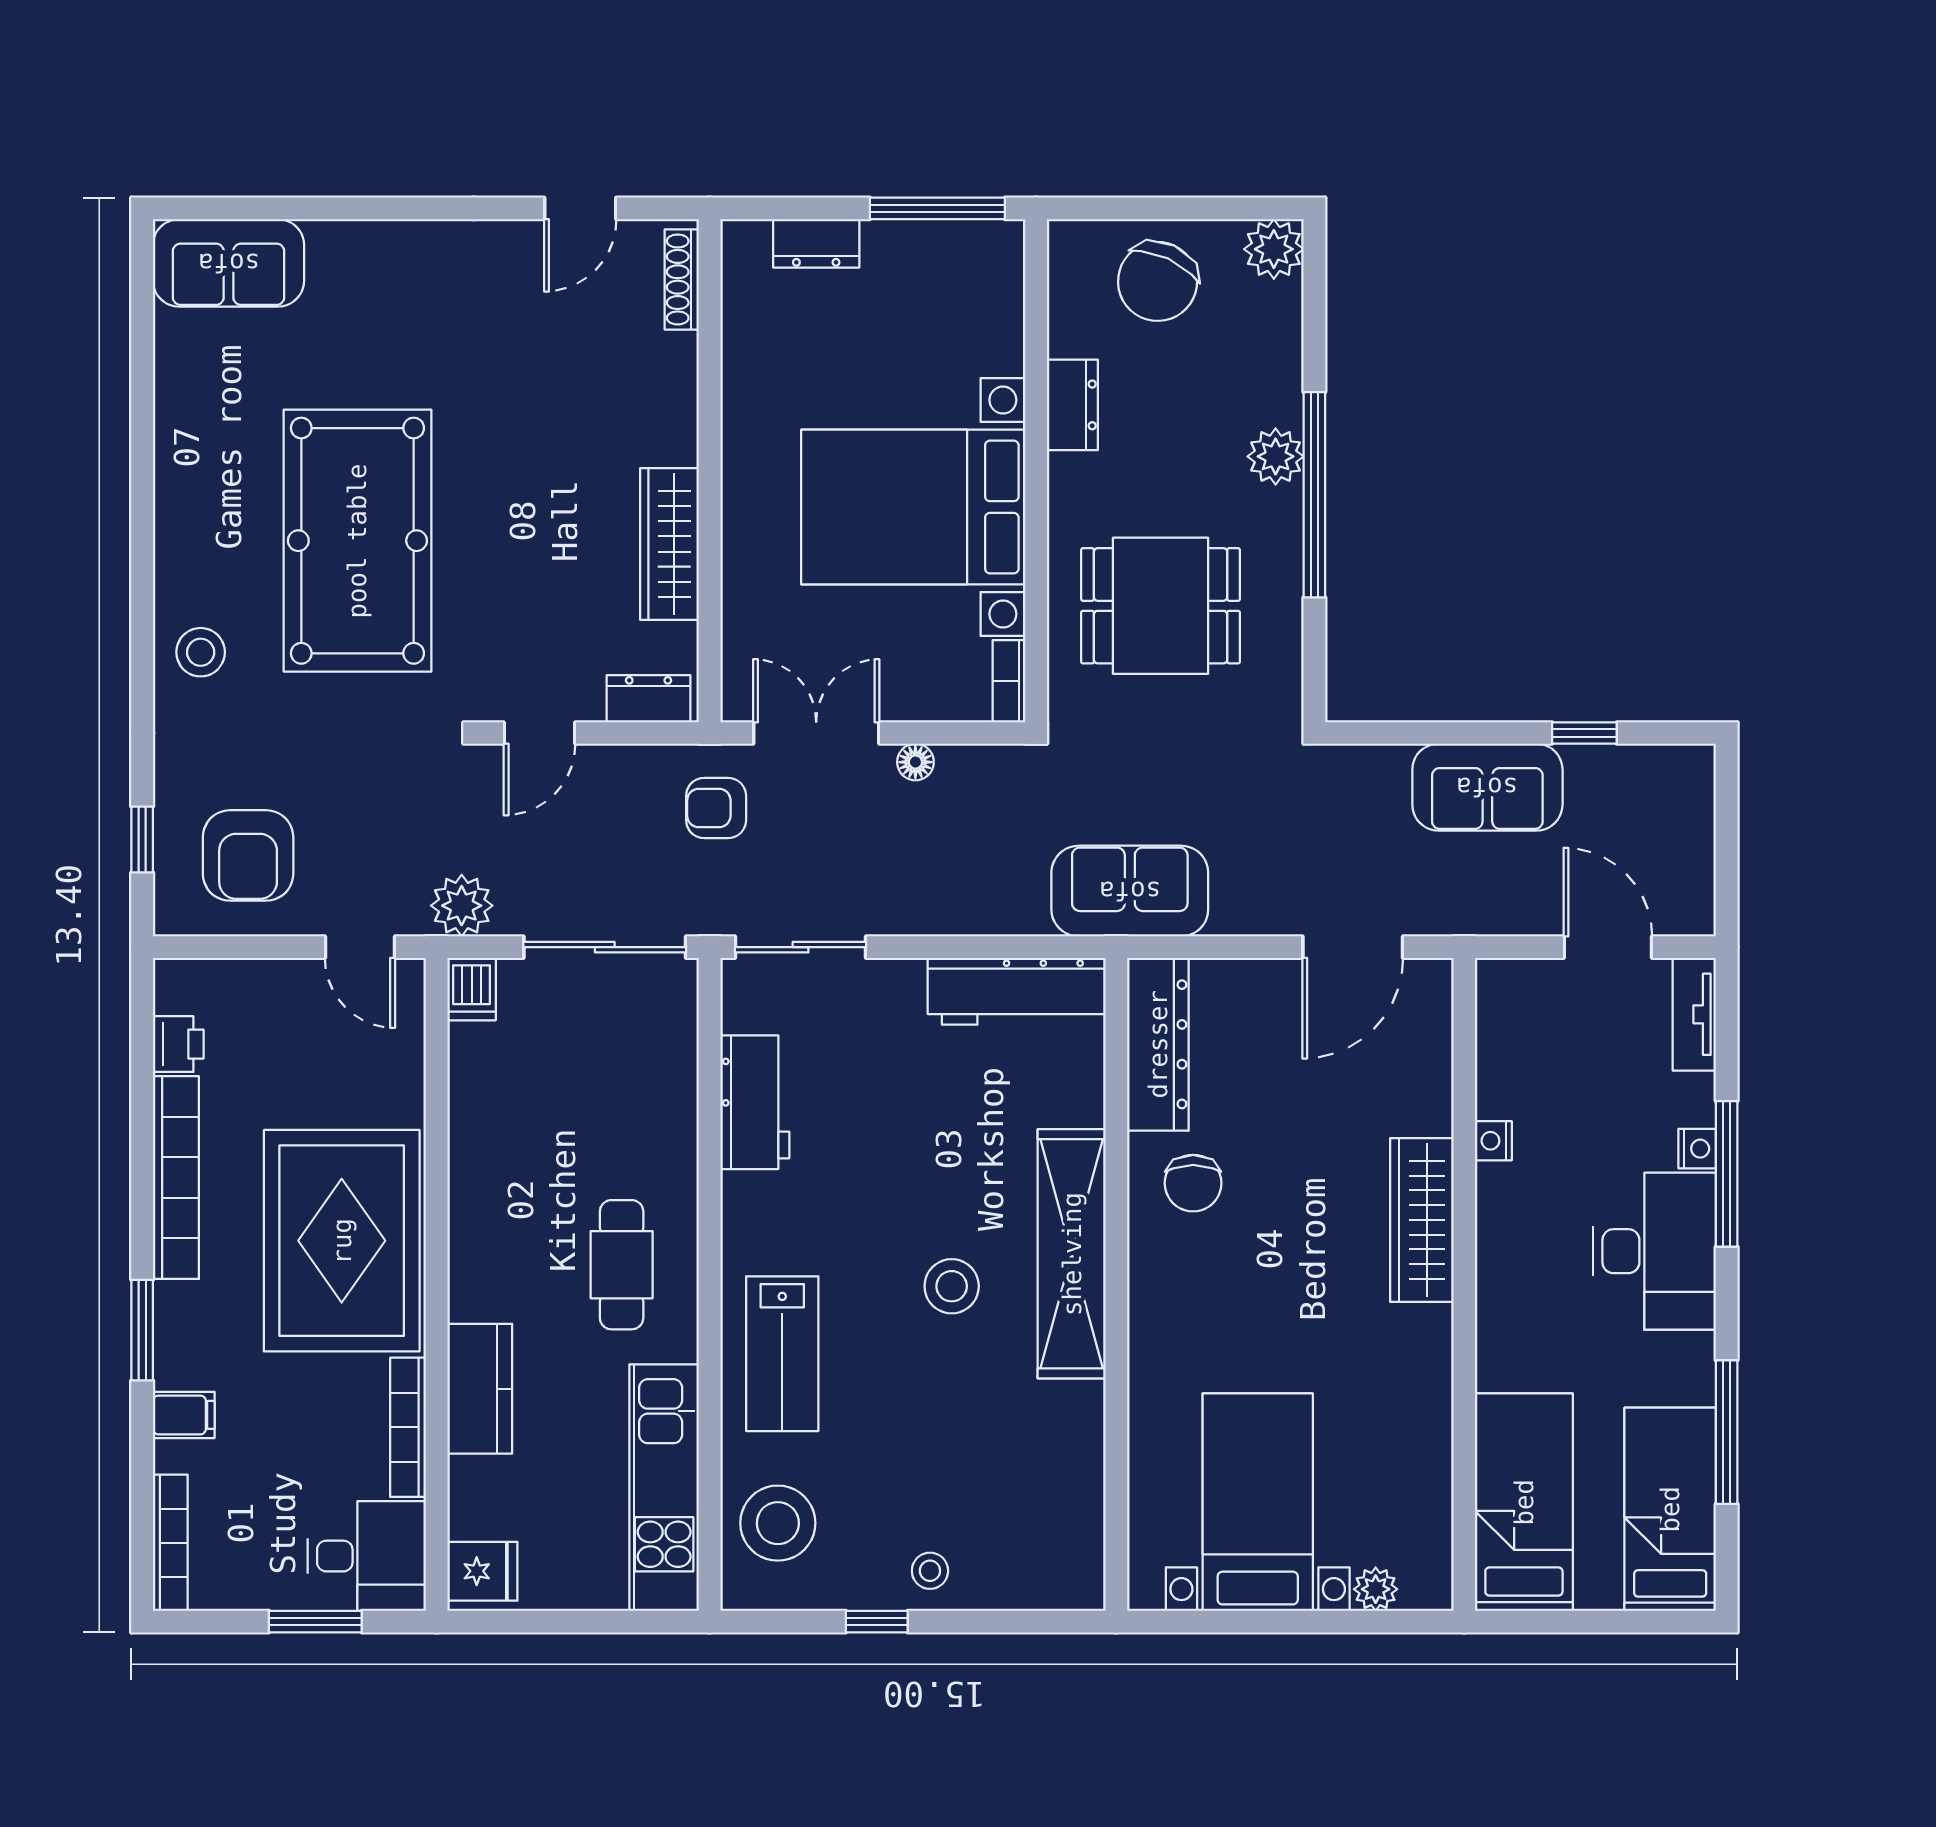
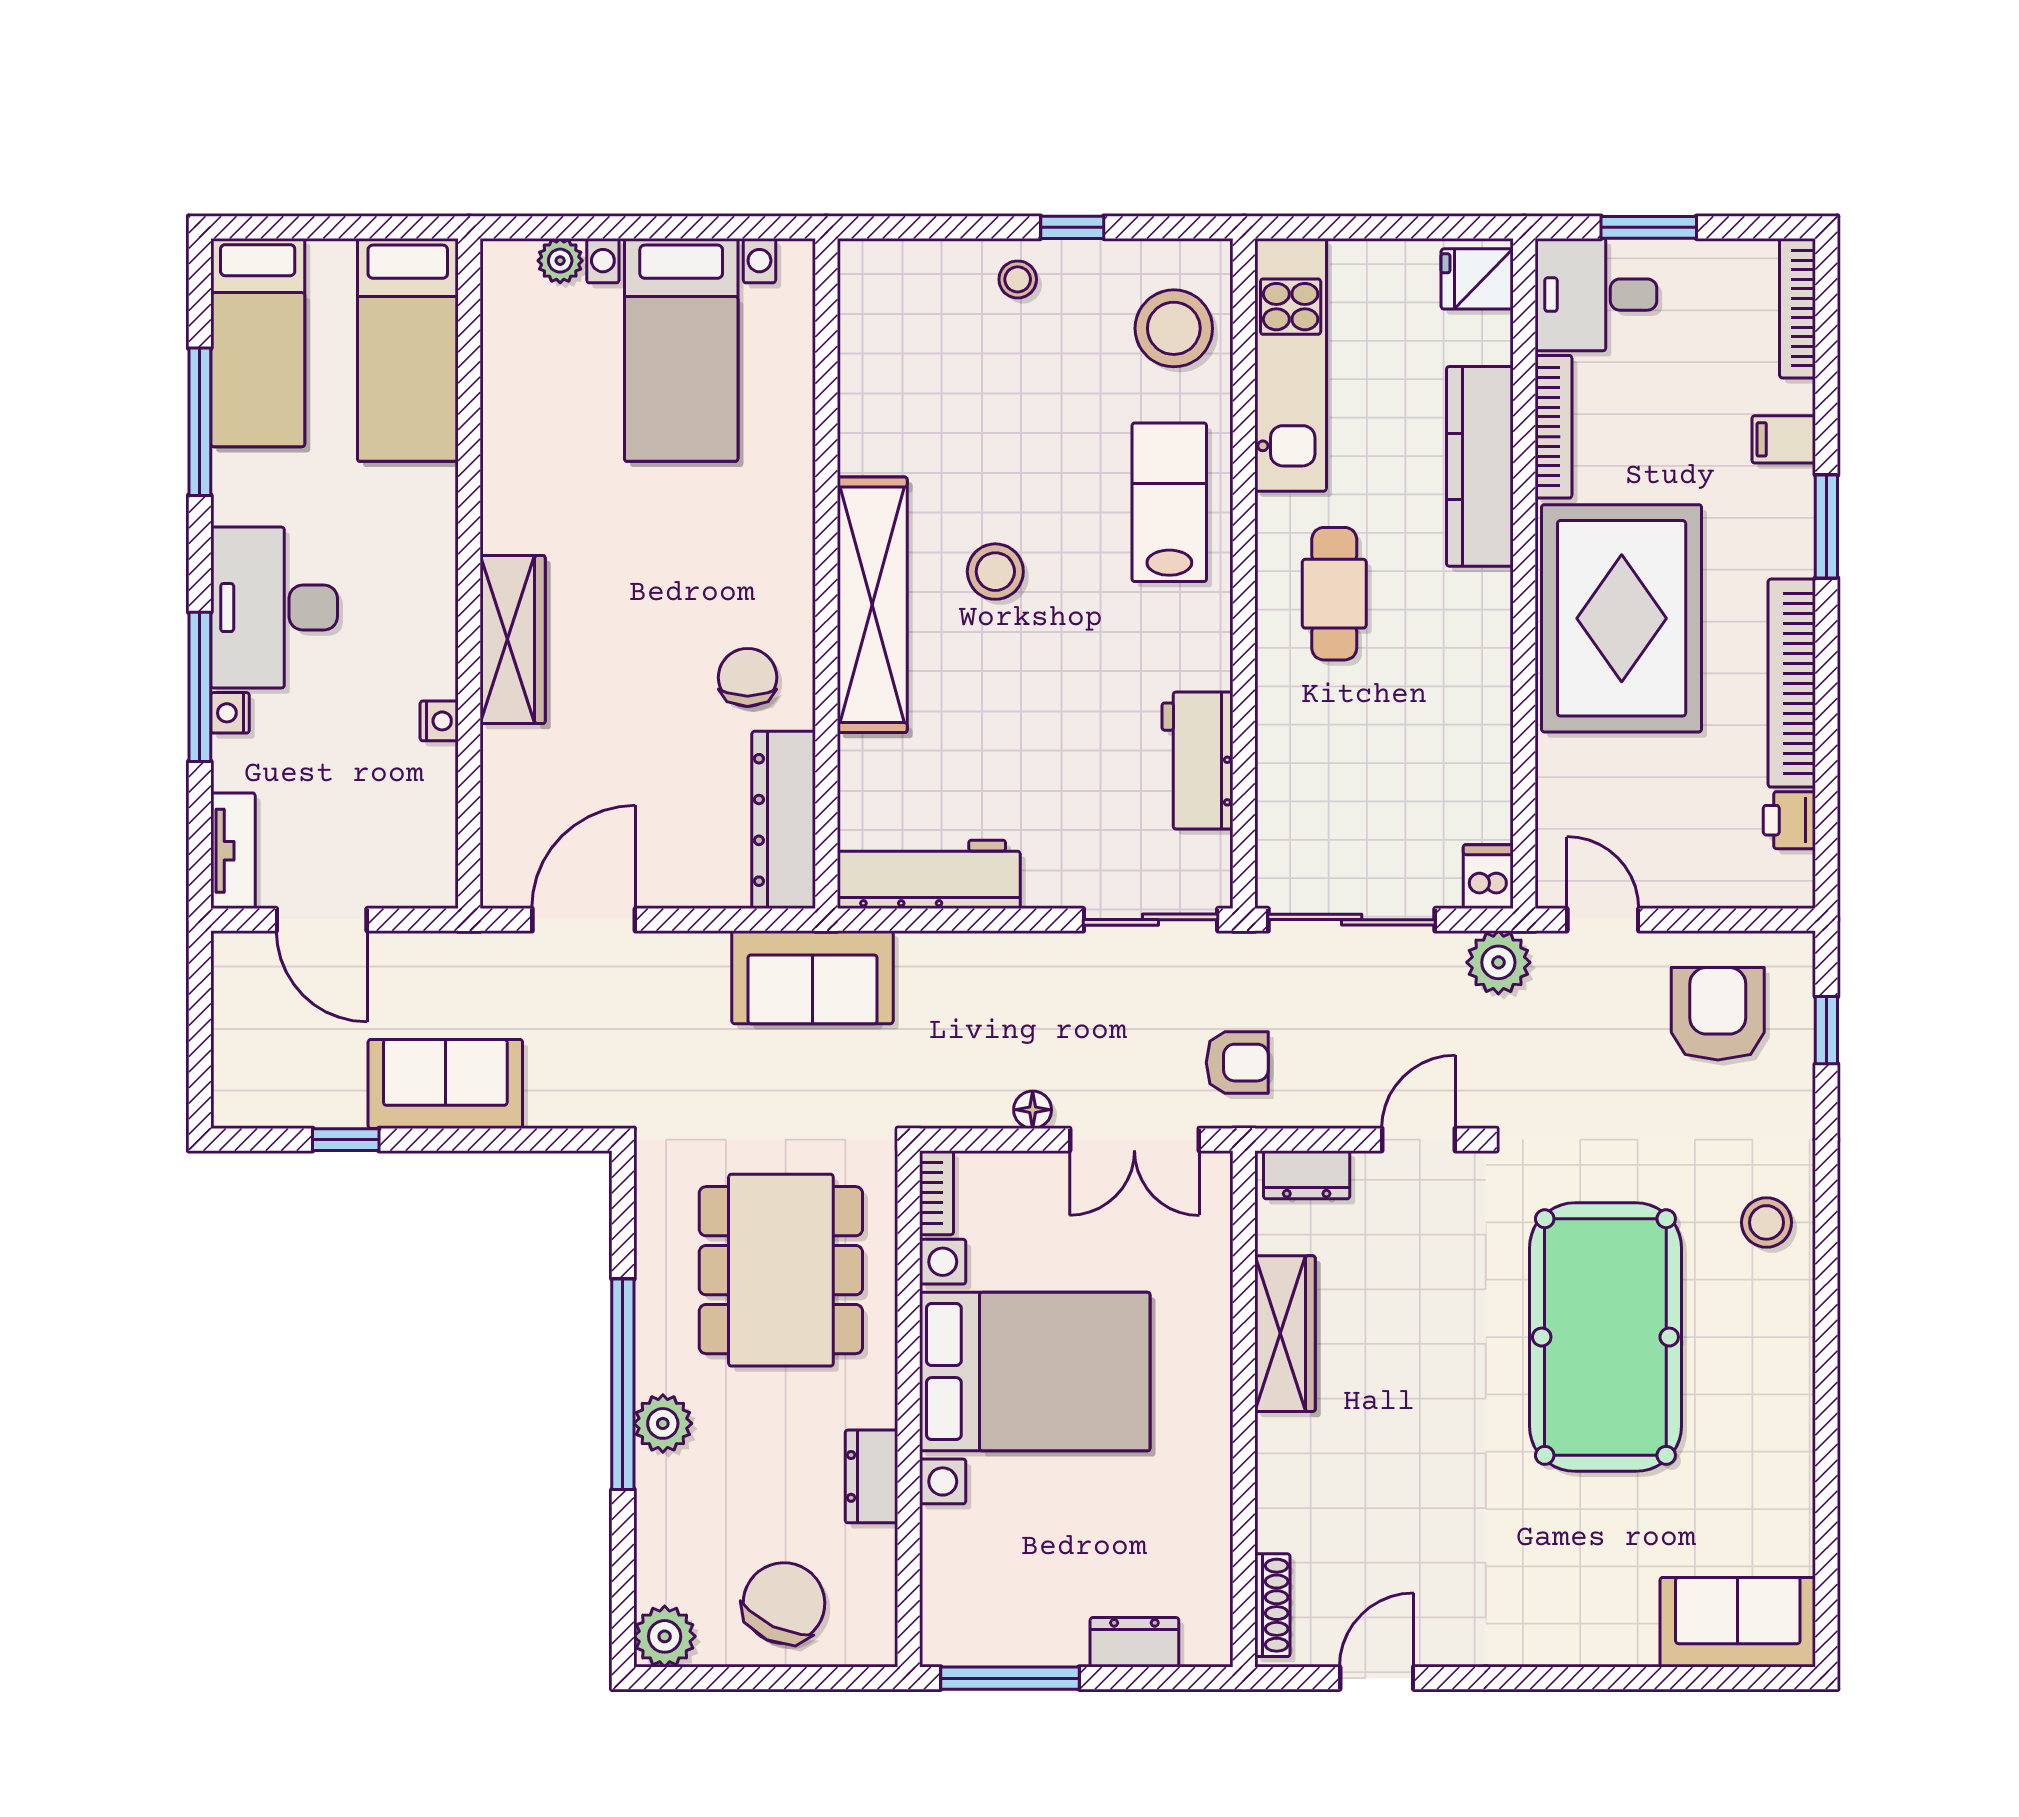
dining table: (1161, 606) -> (781, 1270), width x1.38
kitchen counter: (480, 1389) -> (1480, 466), width x1.50

